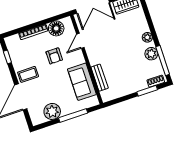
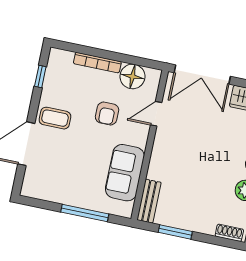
bench: (100, 78) -> (149, 201), moved
window: (147, 91) -> (175, 232), moved
plant: (52, 111) -> (58, 190), removed

